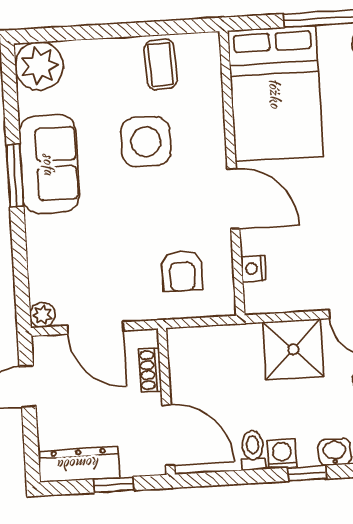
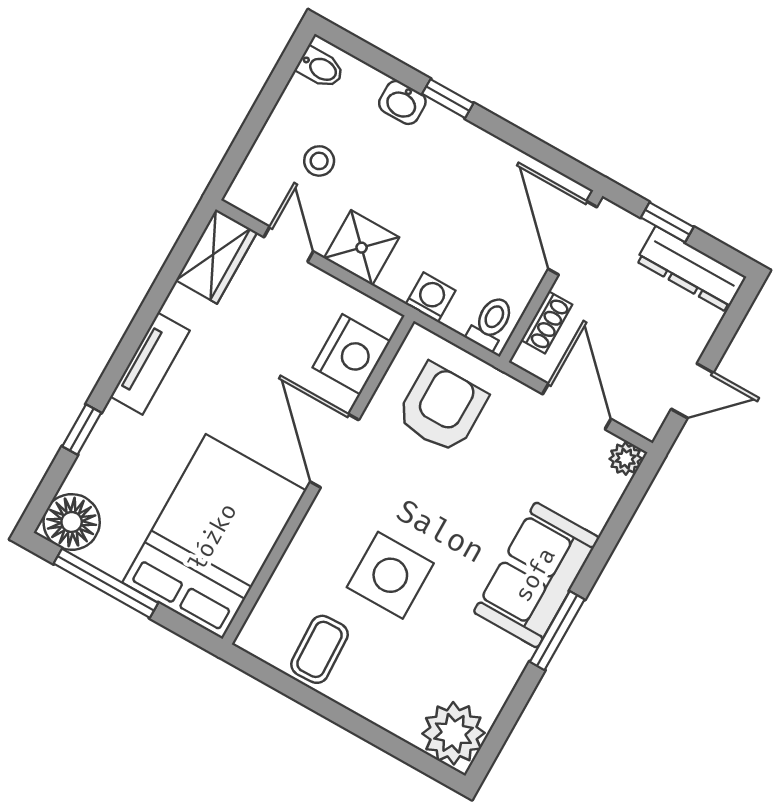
sofa: (49, 164) -> (536, 575), moved
nightstand: (253, 269) -> (351, 354), width x1.89, depth x1.79
armchair: (182, 271) -> (442, 408), width x1.38, depth x1.38
shower: (293, 349) -> (362, 248), width x0.73, depth x0.73
toilet: (253, 450) -> (491, 323), moved, turned 180
washing machine: (282, 454) -> (431, 297), moved, turned 180

